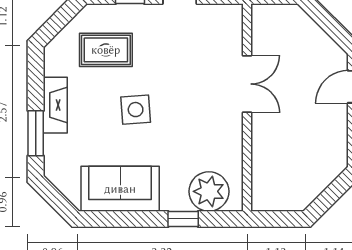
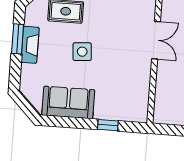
window: (36, 133) -> (18, 39), moved
plant: (209, 191) -> (126, 109), removed

